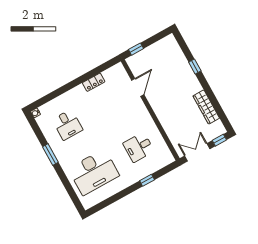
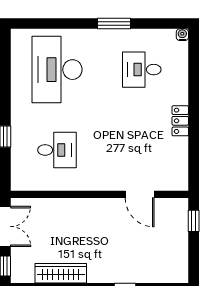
locker: (94, 82) -> (180, 121), moved
desk: (139, 147) -> (57, 150), turned 90

